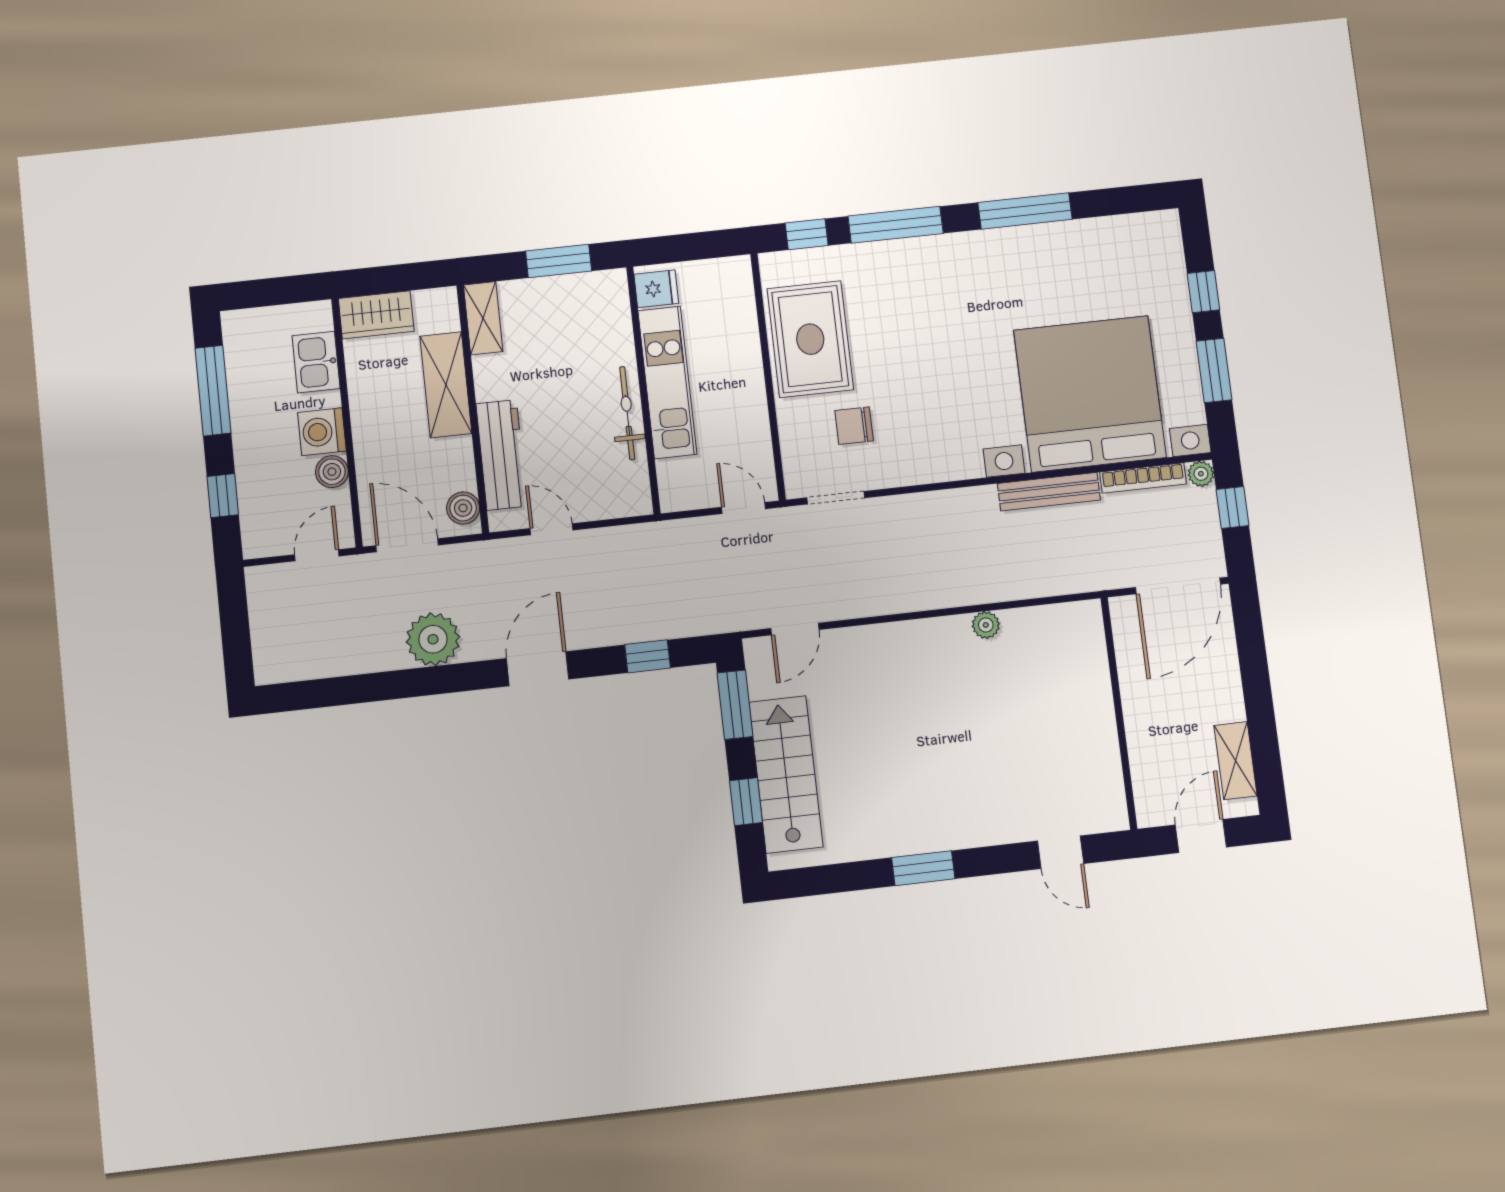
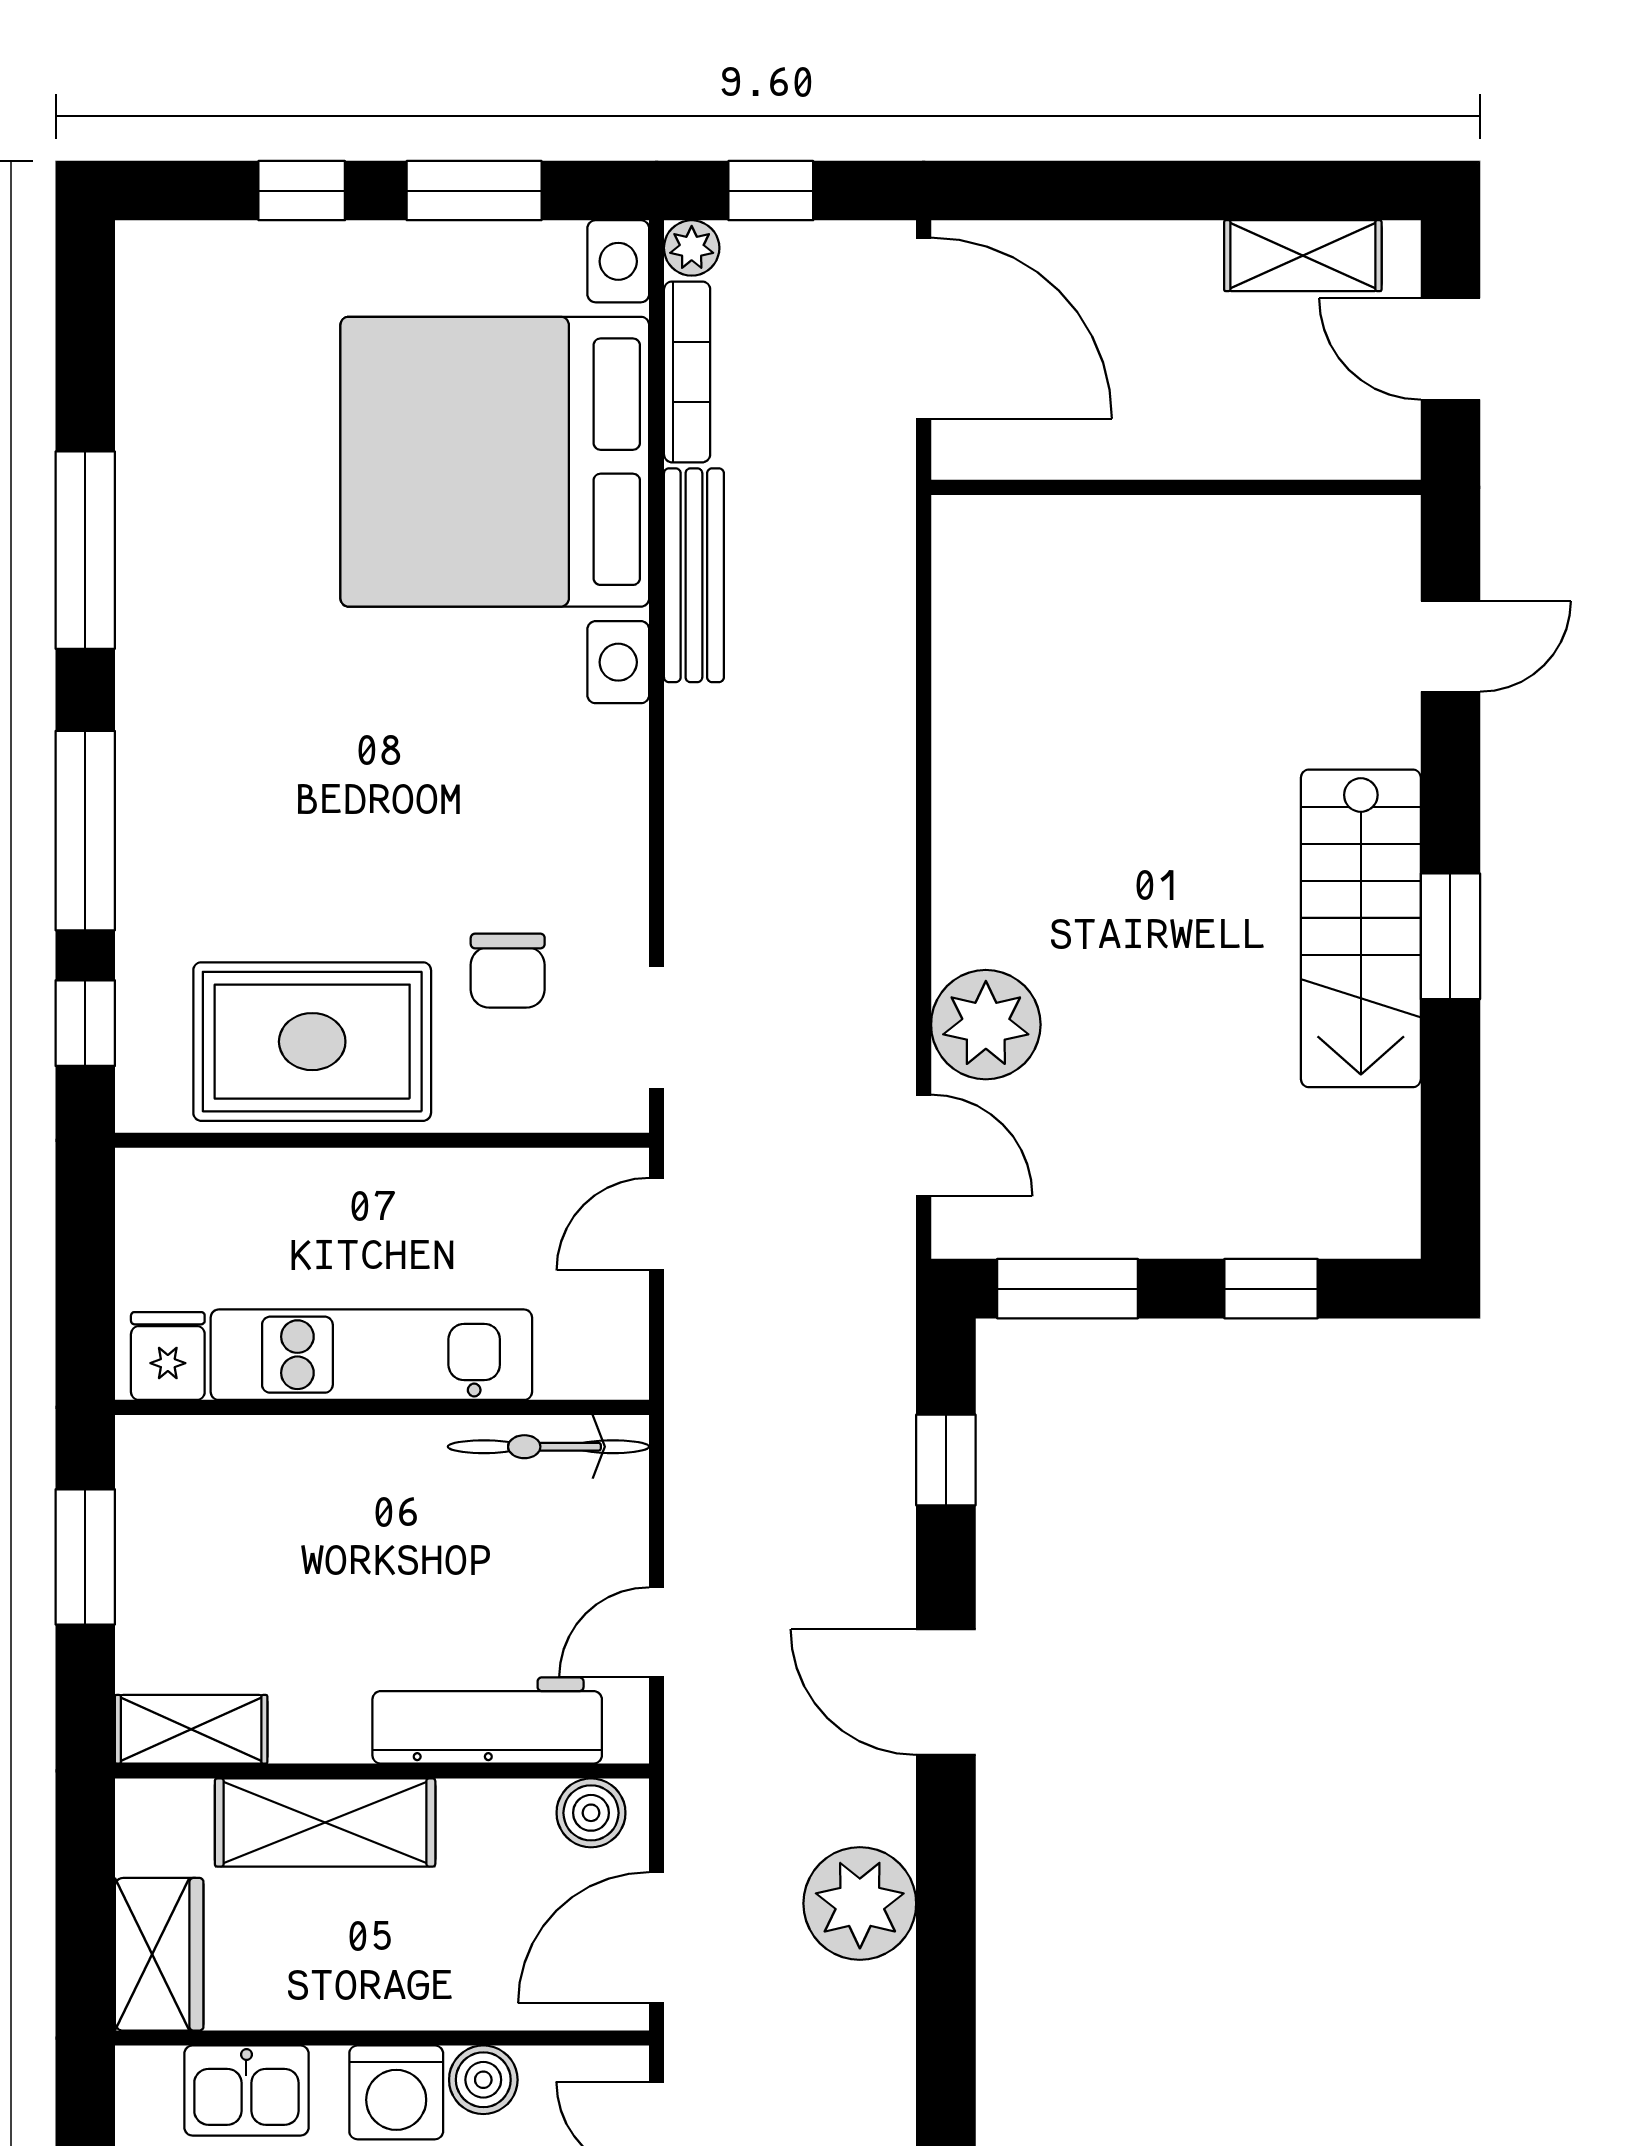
bicycle: (627, 413) -> (548, 1447), moved
plant: (986, 625) -> (986, 1025), moved, width x1.88, depth x1.88
stairs: (786, 774) -> (1361, 928), moved, turned -90

